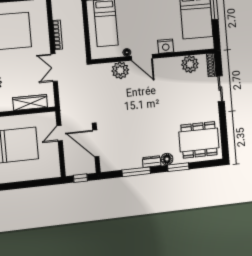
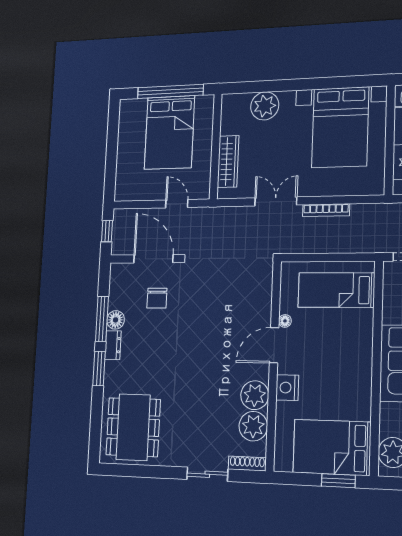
plant: (120, 70) -> (255, 395), moved
chair: (120, 137) -> (157, 298), added
door: (96, 143) -> (153, 259), hinge flipped
floor lamp: (167, 159) -> (116, 320), moved
window: (178, 167) -> (99, 369), moved

